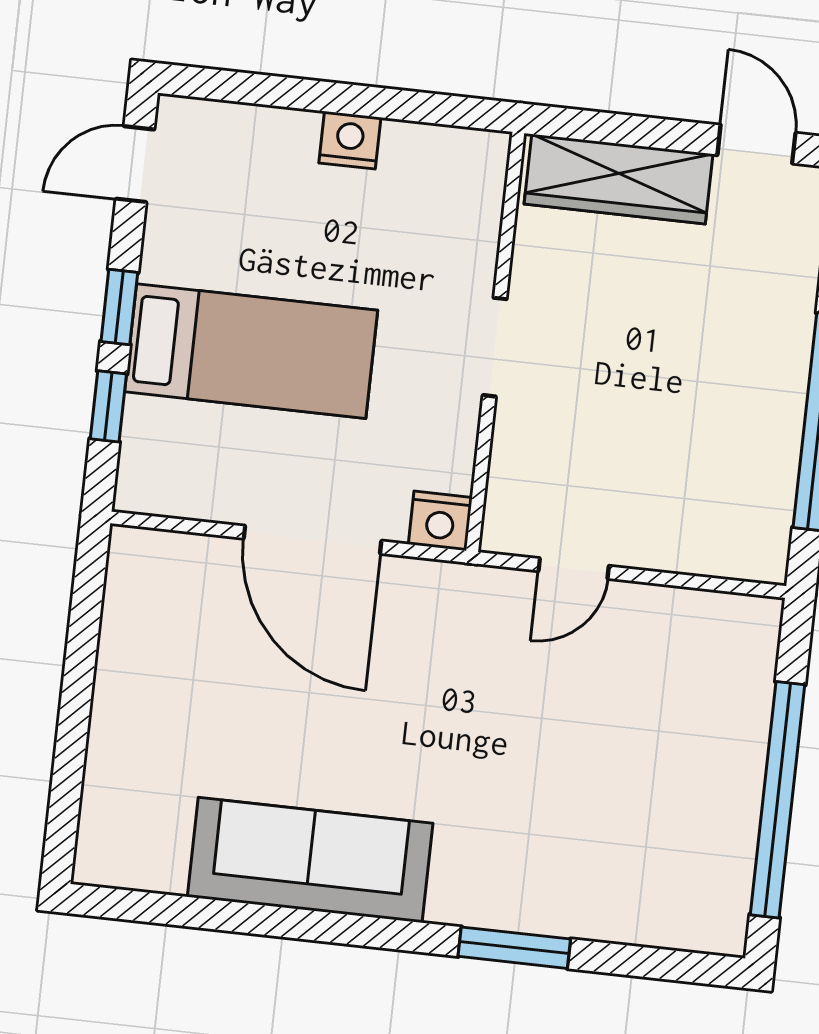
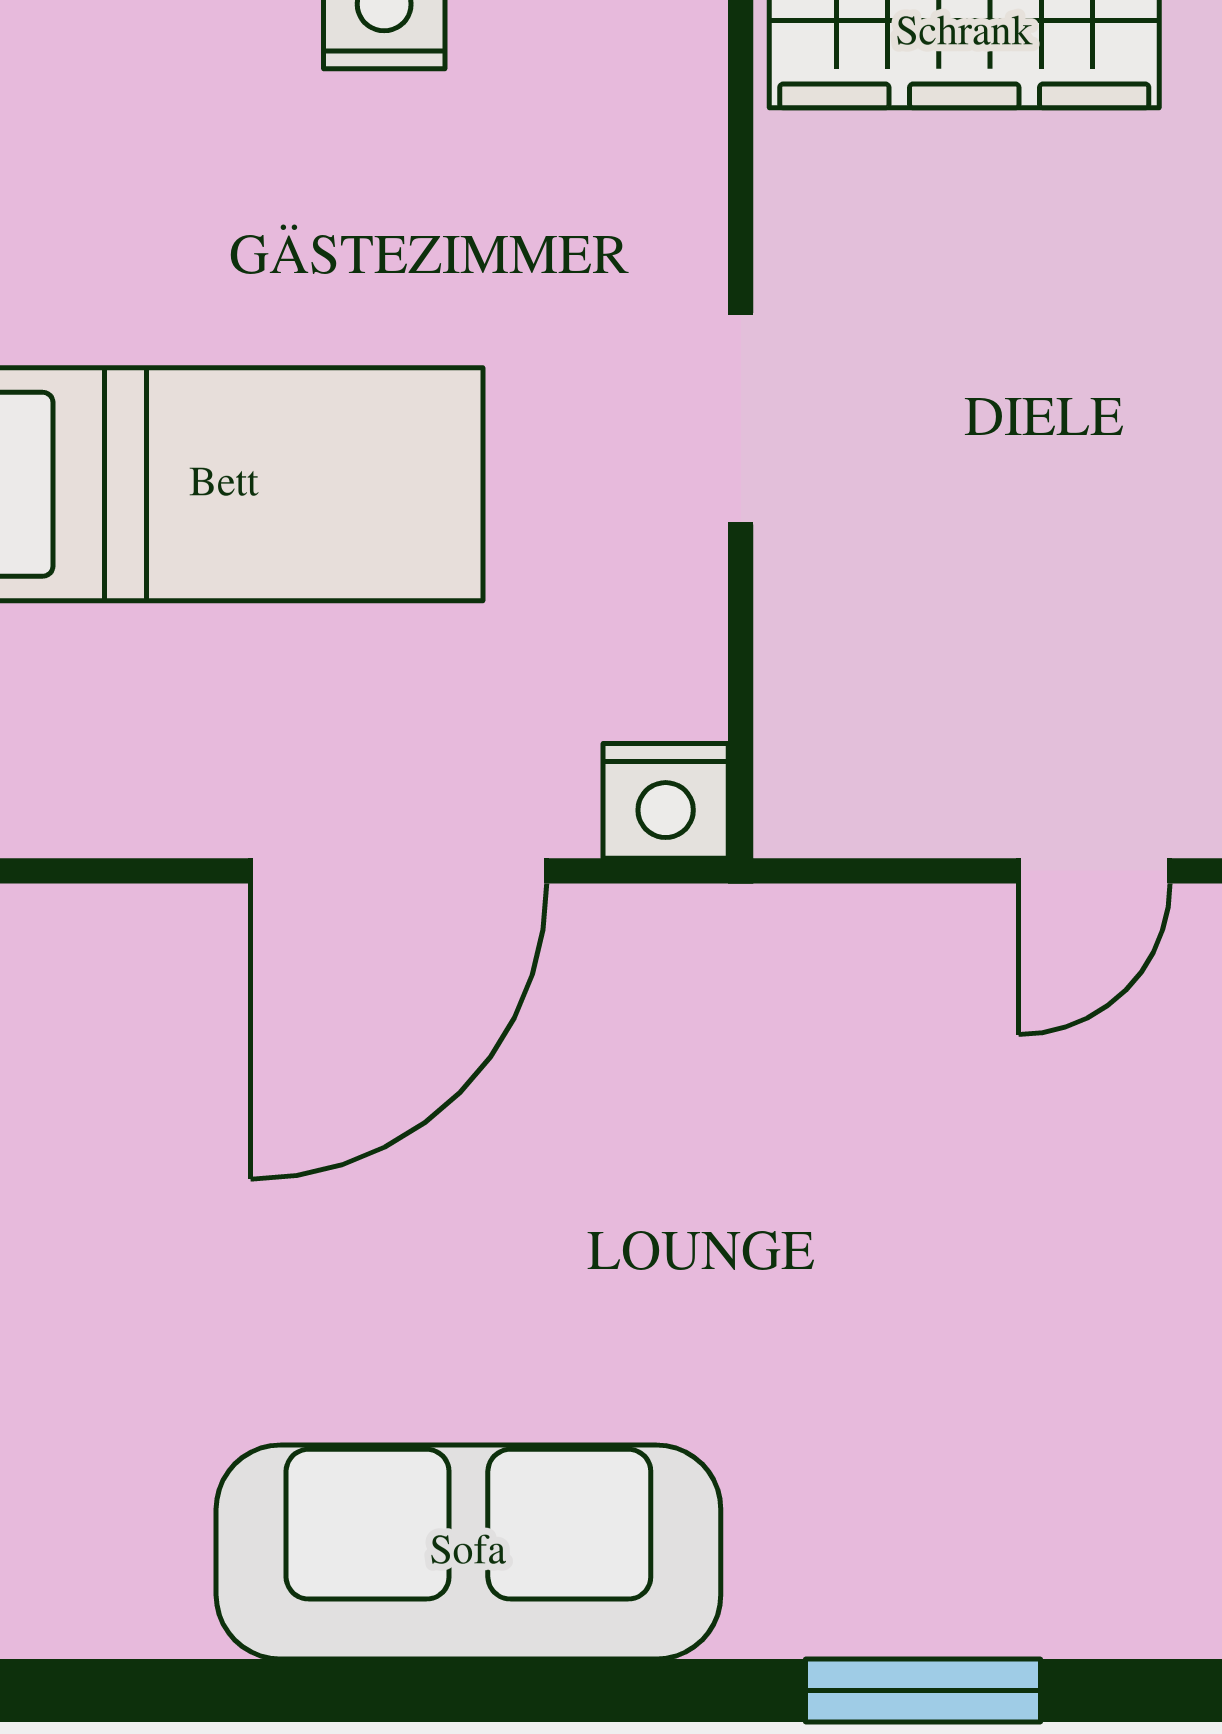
door: (313, 540) -> (399, 871), hinge flipped
door: (574, 569) -> (1094, 871), moved

